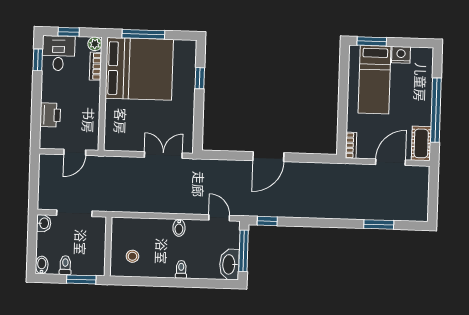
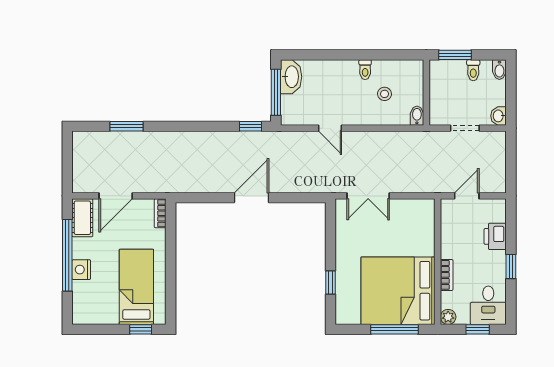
window: (372, 41) -> (141, 329), width x0.67
nightstand: (401, 55) -> (81, 270), moved, turned 90
window: (38, 60) -> (511, 267), moved
bookcase: (95, 66) -> (447, 275), moved
doorway: (74, 213) -> (465, 128), width x0.73
door: (219, 218) -> (330, 128), moved
bidet: (179, 228) -> (417, 116), moved
stool: (132, 256) -> (385, 94), moved
toilet: (181, 269) -> (365, 70), moved

